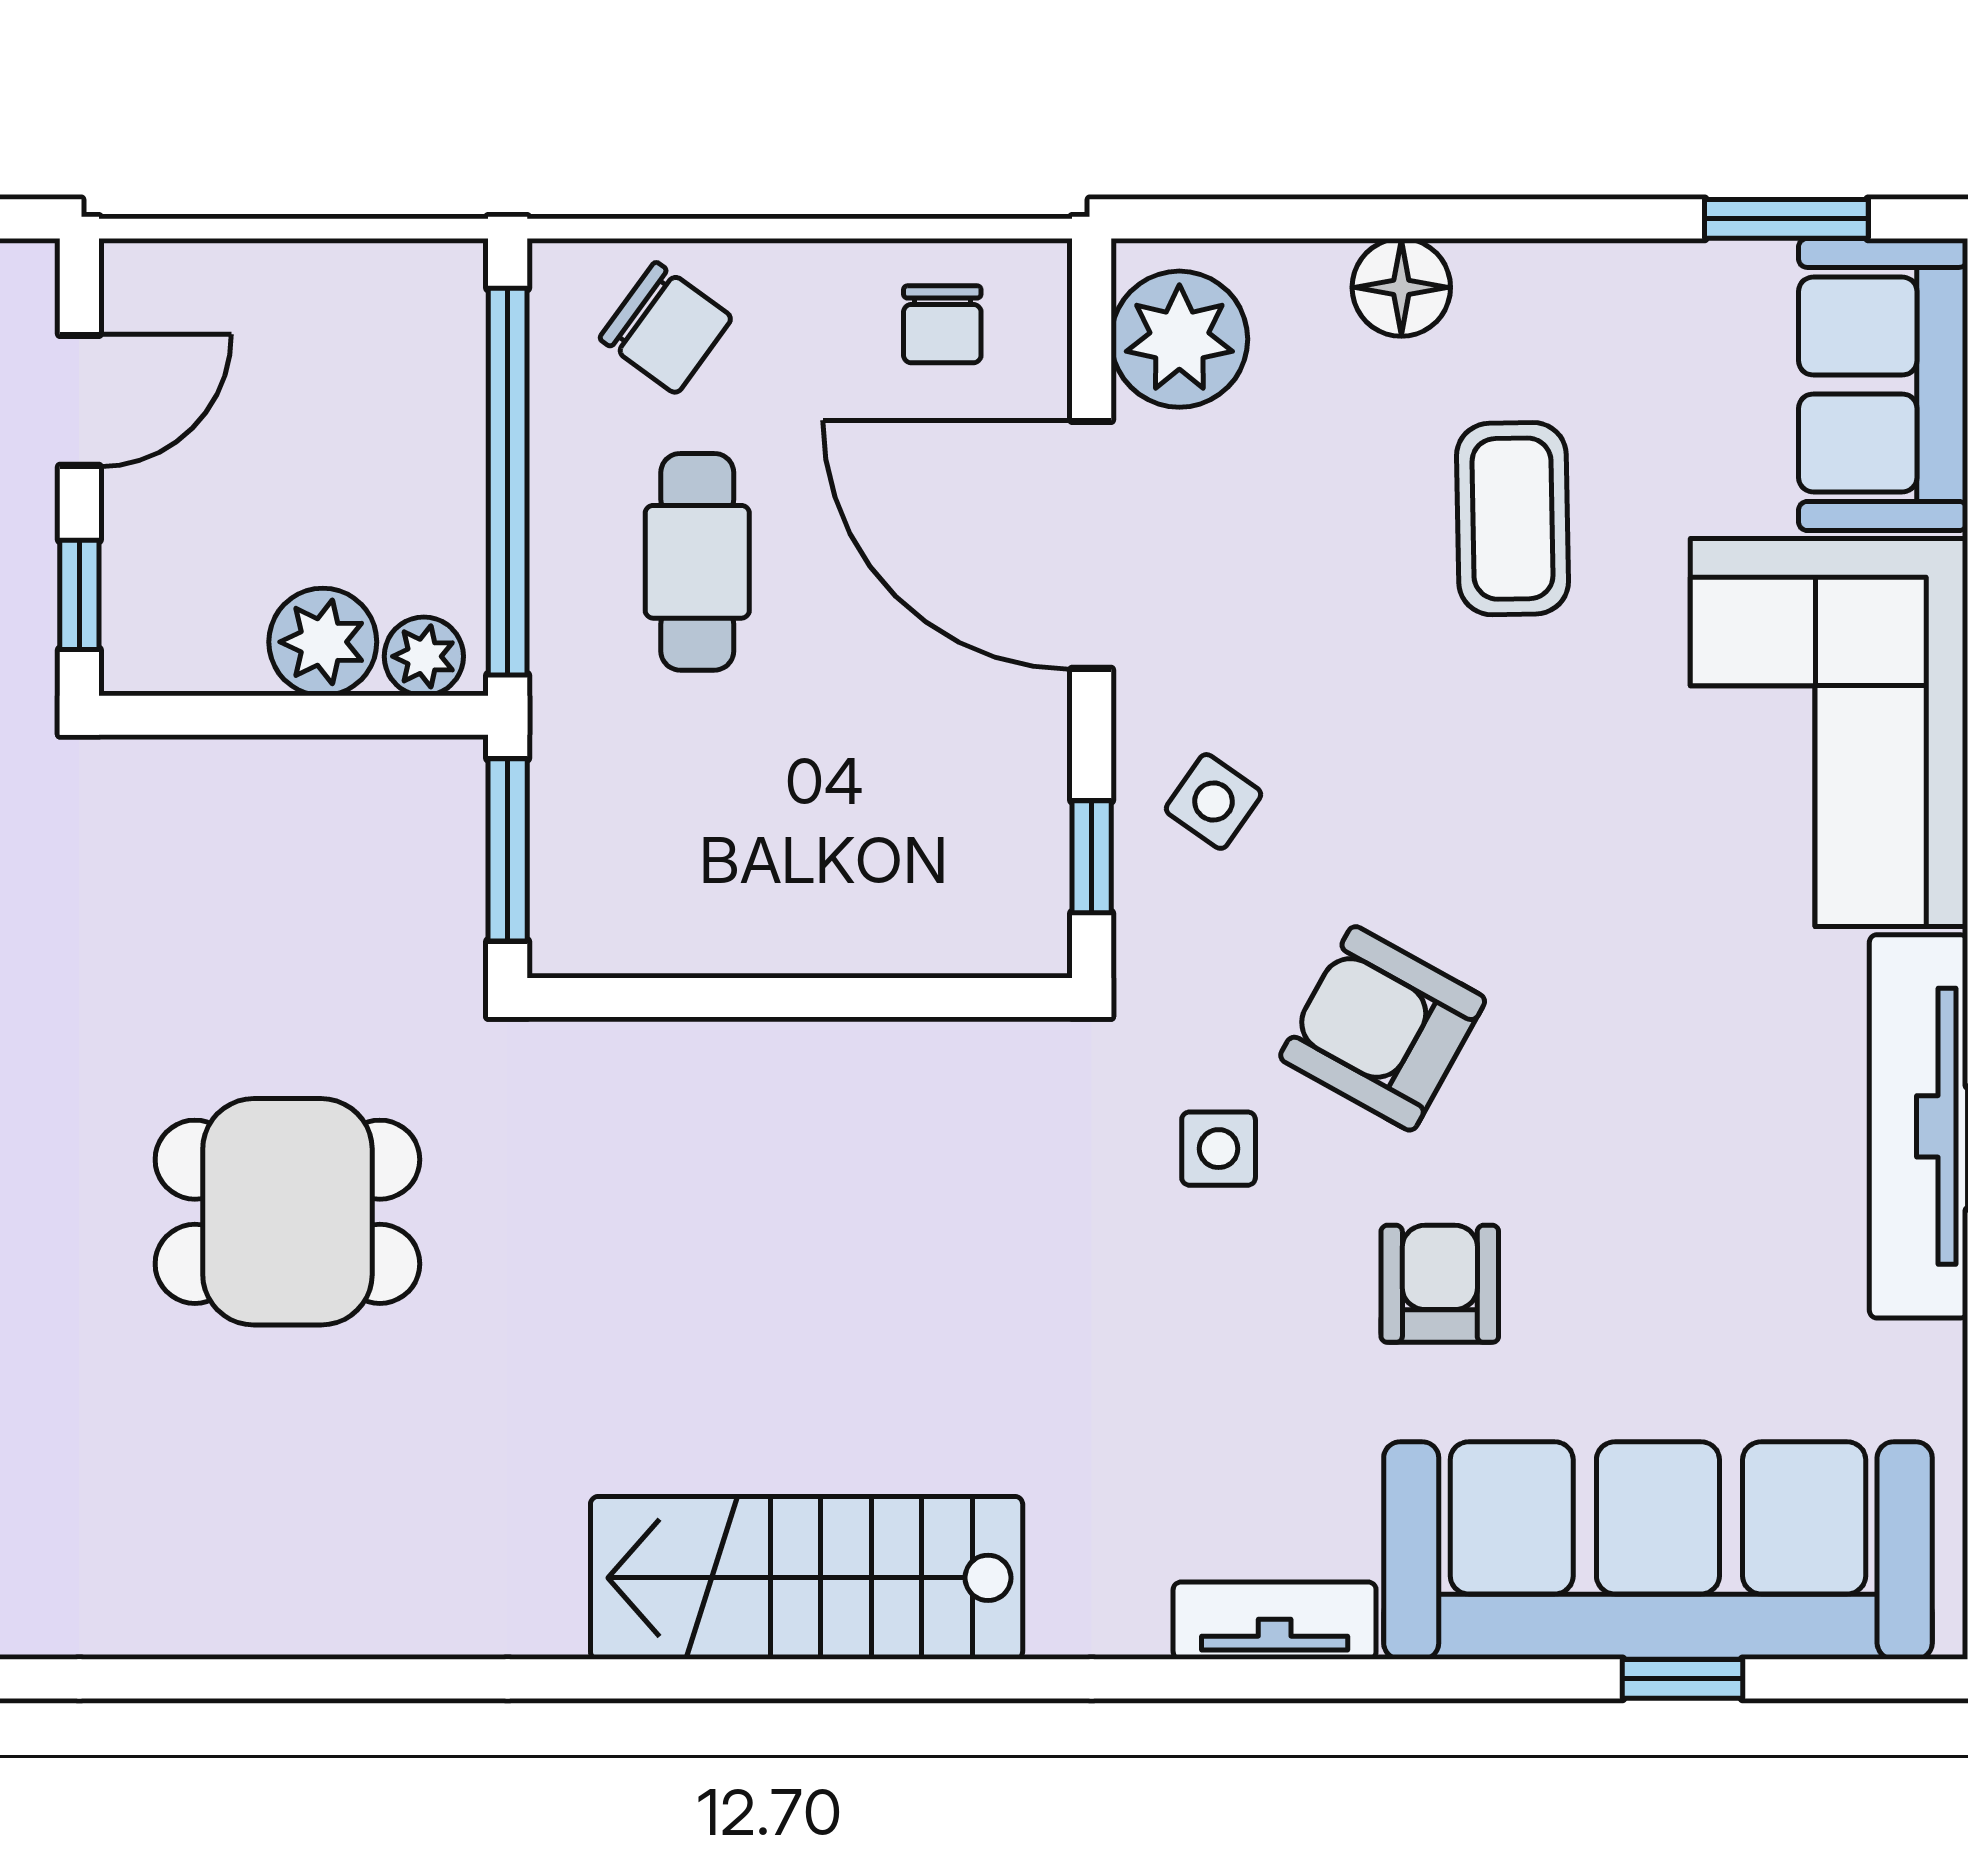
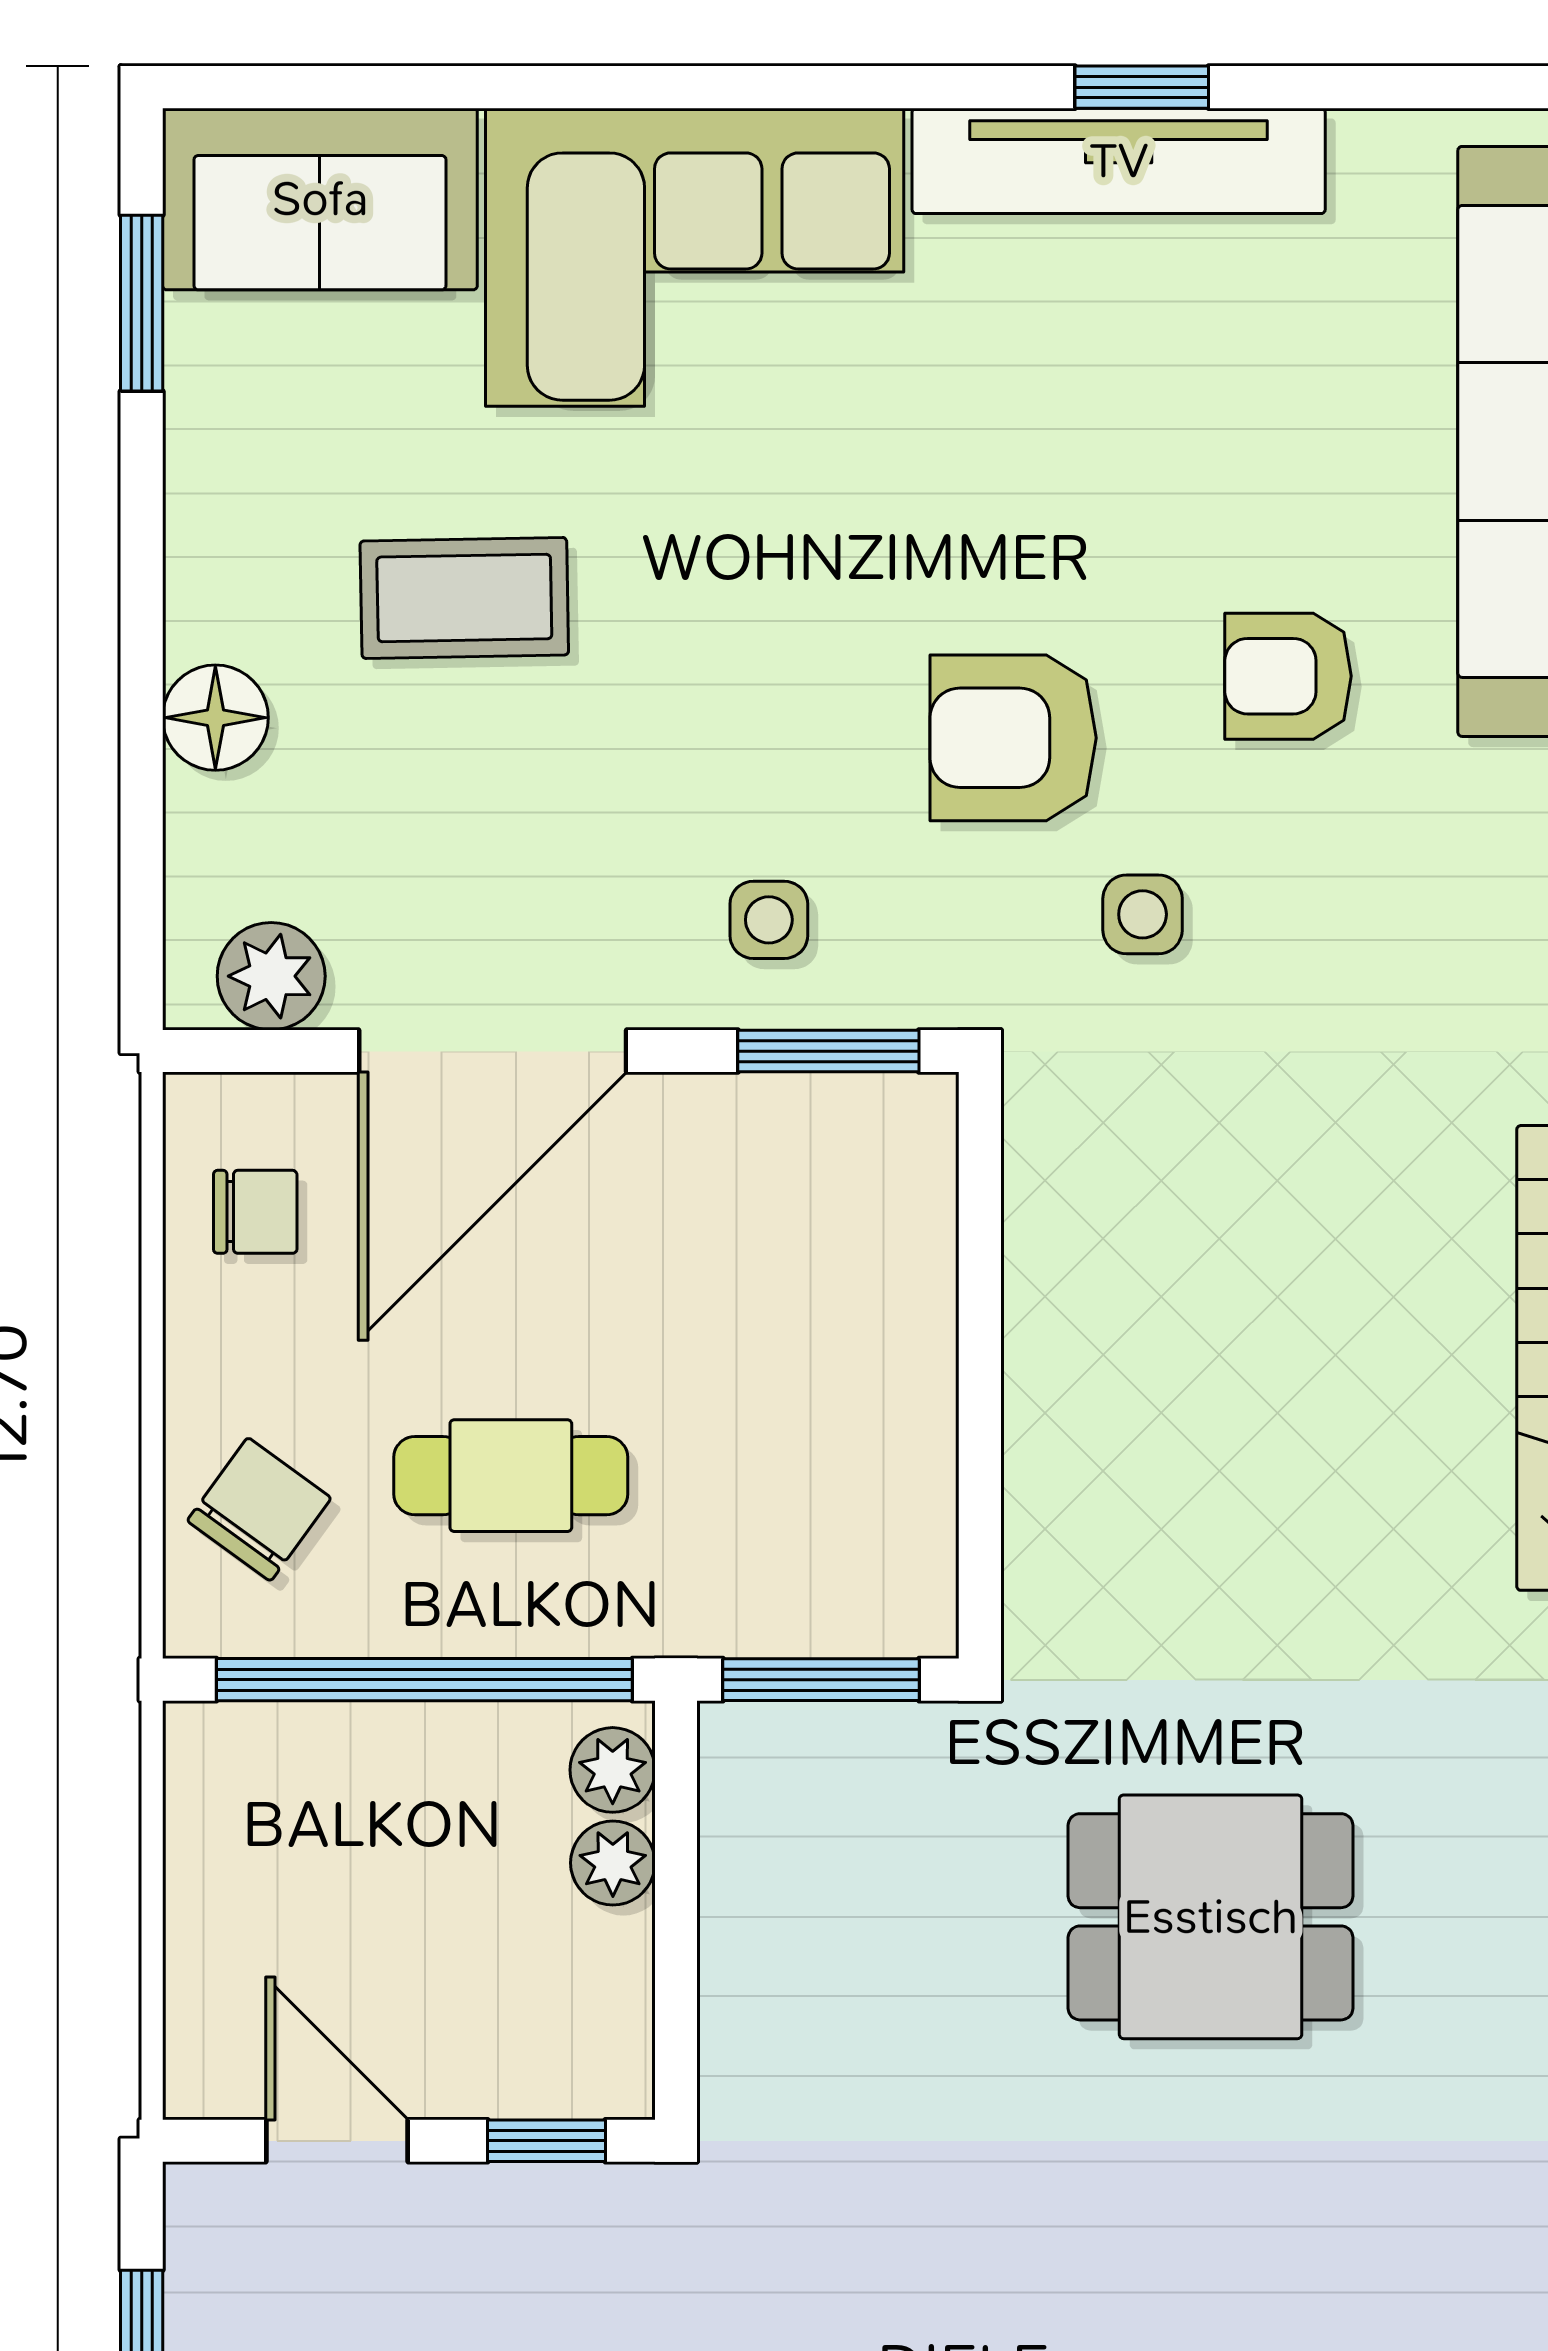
plant: (1179, 339) -> (271, 976), width x0.73, depth x0.73
plant: (323, 642) -> (613, 1863), width x0.73, depth x0.73
side table: (1213, 801) -> (769, 920), turned -35
window: (1092, 857) -> (828, 1051), width x1.50
armchair: (1383, 1028) -> (1013, 738), turned 61
dining table: (287, 1212) -> (1211, 1917), turned 90

